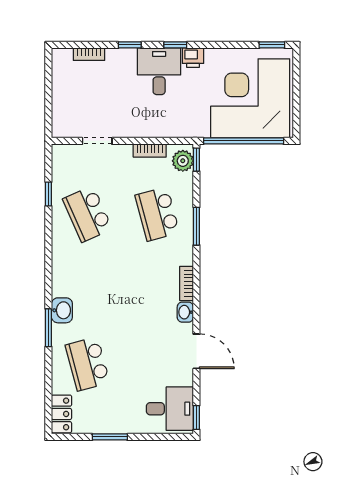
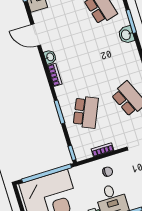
chair: (152, 116) -> (108, 172), added
plant: (183, 161) -> (80, 150), removed
school desk: (157, 214) -> (86, 112), turned 39

